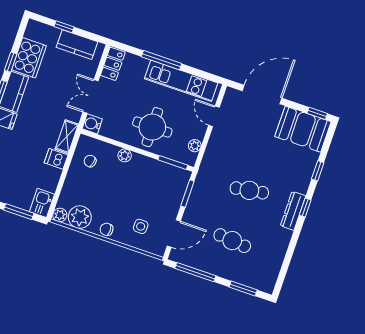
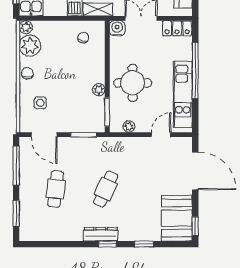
window: (161, 60) -> (195, 71), width x1.46
plant: (125, 155) -> (99, 90), moved
cafe table: (249, 190) -> (106, 189), turned 33

